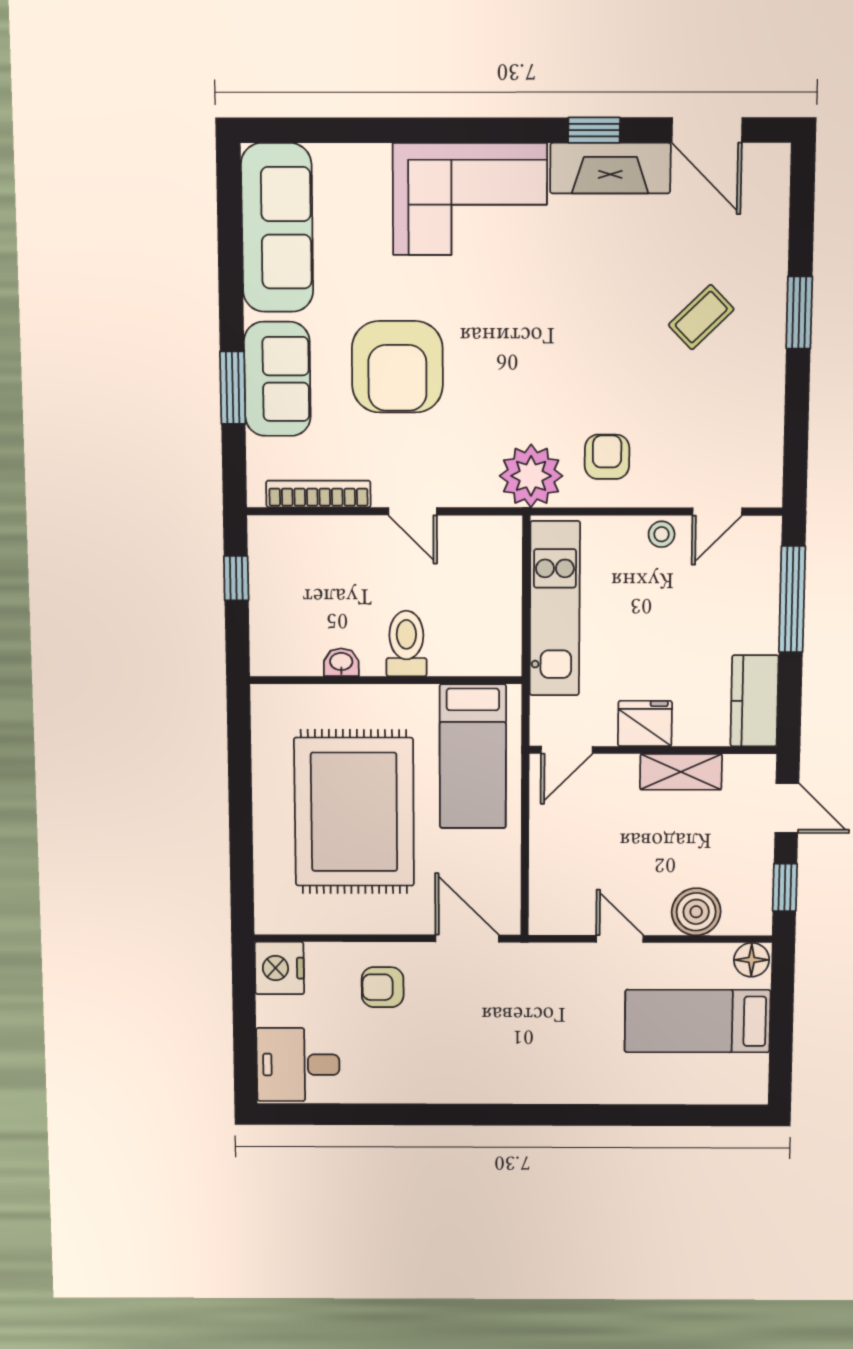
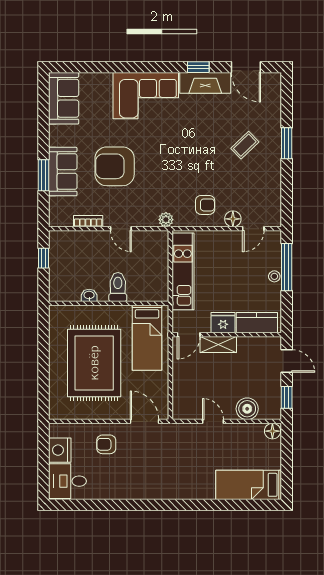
sofa: (277, 228) -> (64, 98), width x0.73
armchair: (397, 367) -> (115, 166), turned 90
armchair: (607, 457) -> (205, 205), turned 90
plant: (531, 476) -> (166, 220), width x0.53, depth x0.53
floor lamp: (671, 489) -> (233, 219), added
bookcase: (318, 494) -> (88, 221), width x0.64
stool: (662, 534) -> (274, 276), moved
kitchen counter: (754, 701) -> (257, 323), moved, turned 90
shelving: (681, 772) -> (218, 344), moved
nightstand: (279, 968) -> (60, 450), moved
bed: (697, 1021) -> (249, 485), moved

